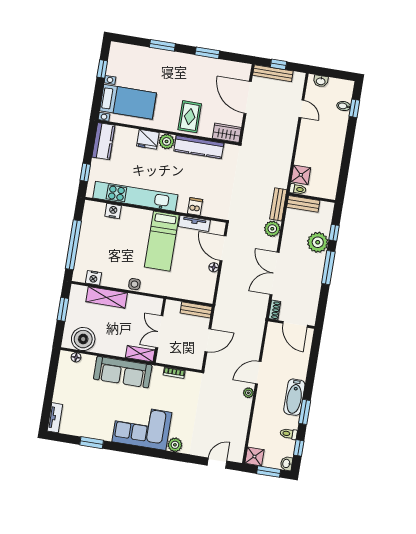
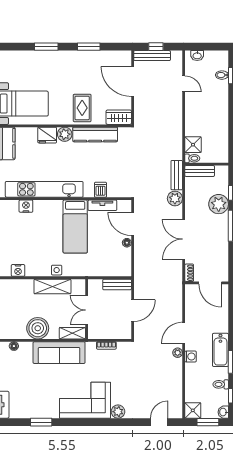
shelving: (107, 297) -> (52, 286), moved
boiler: (83, 339) -> (38, 328), moved
washing machine: (261, 399) -> (191, 357), added

